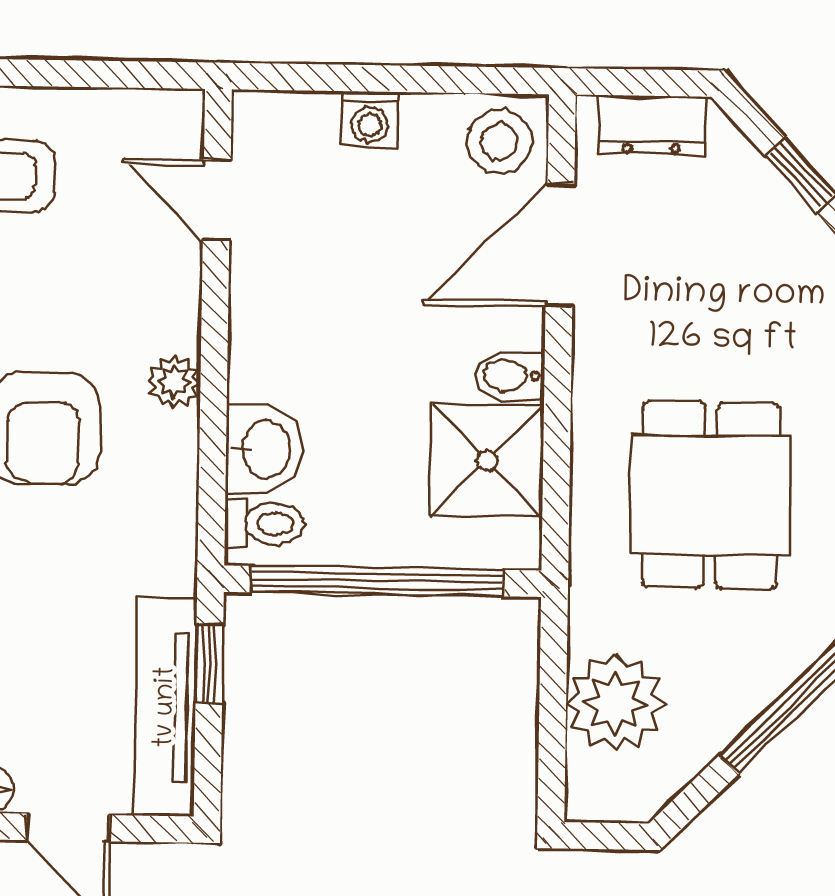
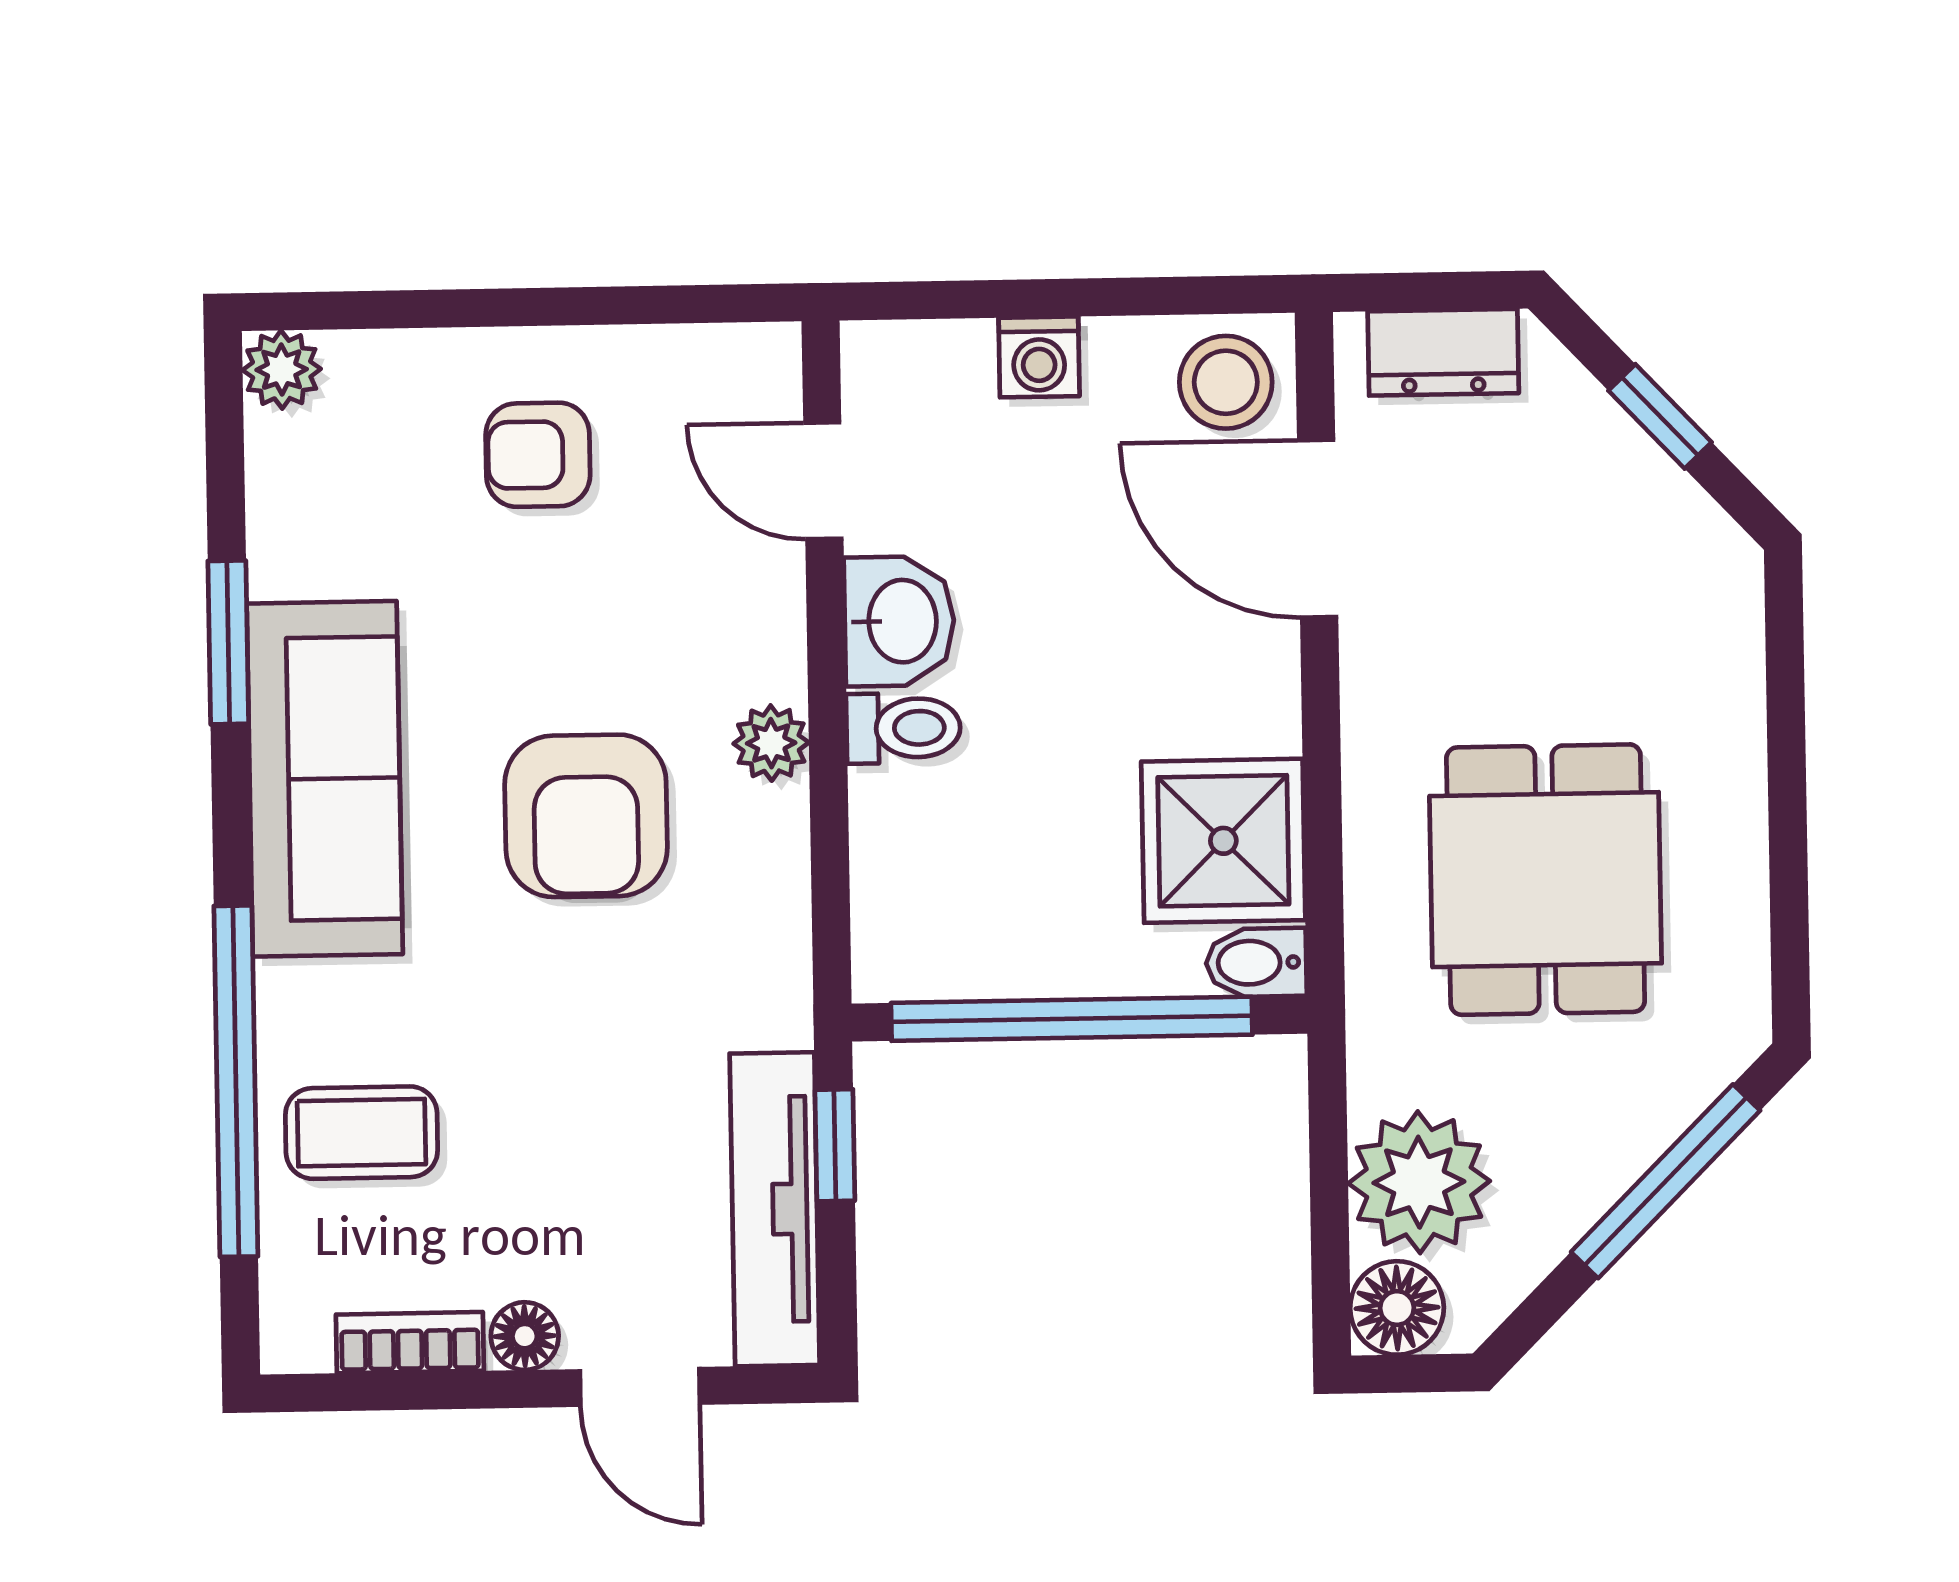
door: (560, 245) -> (1318, 529), hinge flipped
bidet: (510, 376) -> (1256, 963), moved
washbasin: (264, 449) -> (899, 621), moved
toilet: (264, 524) -> (903, 728), moved
floor lamp: (597, 790) -> (1397, 1308), added

